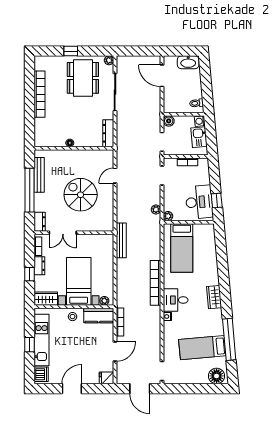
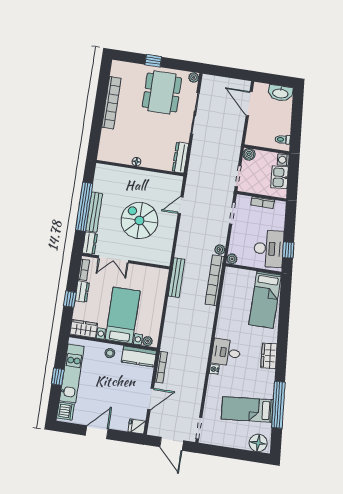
bench: (39, 175) -> (94, 212), moved
bed: (182, 248) -> (265, 300), moved
bookcase: (155, 283) -> (215, 280), moved

